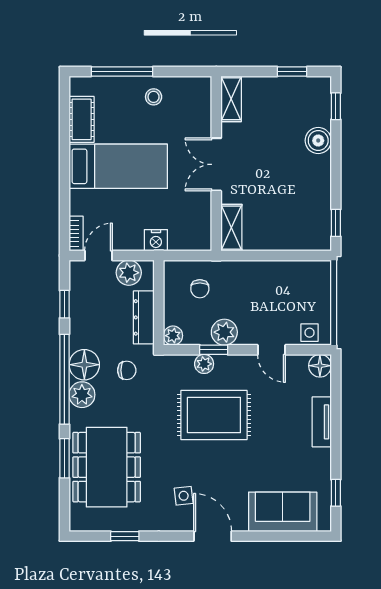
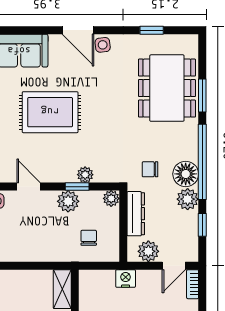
plant: (82, 395) -> (188, 199), moved
rug: (214, 415) -> (50, 112), moved
side table: (184, 496) -> (103, 45), moved

